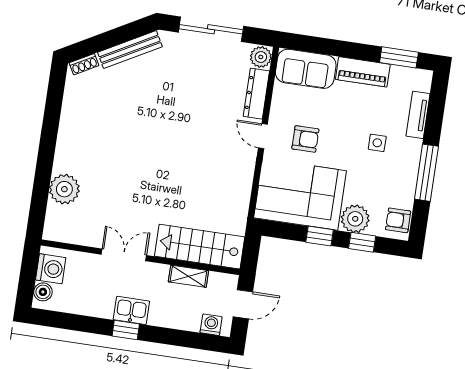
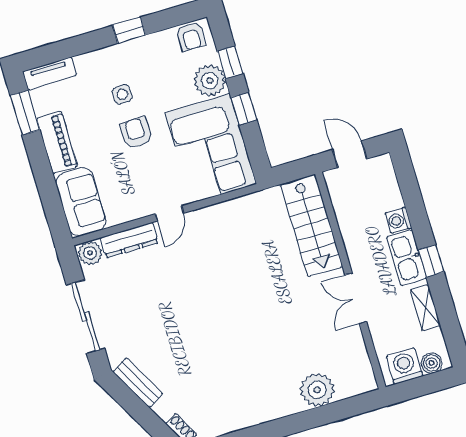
bench: (130, 50) -> (138, 383), width x0.73
tv unit: (418, 115) -> (50, 73), moved
armchair: (305, 139) -> (136, 133), moved
window: (426, 173) -> (129, 30), width x0.46
shelving: (188, 276) -> (425, 308), moved
kitchen sink: (131, 310) -> (407, 258), width x1.38
washing machine: (211, 325) -> (398, 220), moved

